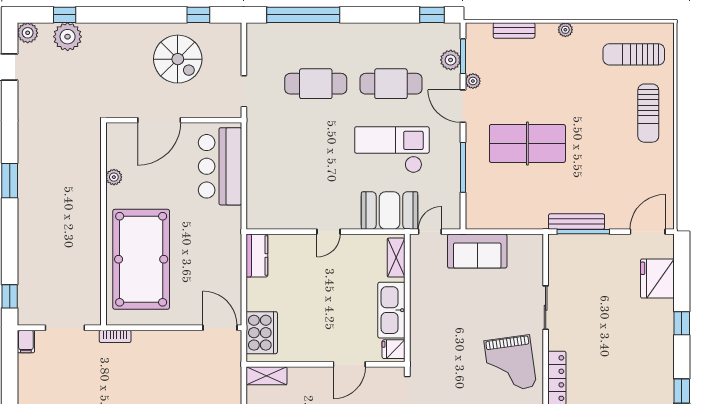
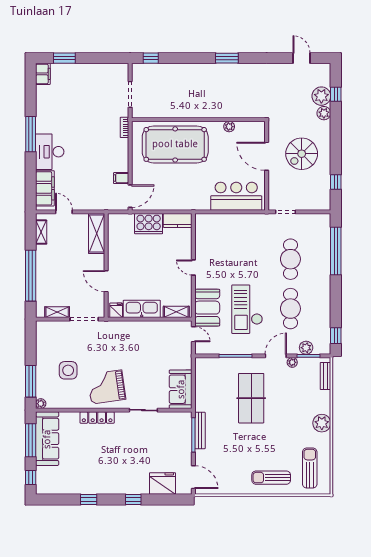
bench: (514, 30) -> (325, 376), moved
plant: (565, 30) -> (322, 423), width x1.88, depth x1.88
plant: (28, 33) -> (324, 113), moved
spiral stairs: (178, 59) -> (302, 154), moved
checkout: (392, 150) -> (247, 309), turned 180
sofa: (477, 251) -> (181, 389), moved
cooker: (262, 333) -> (149, 224), moved
filing cabinet: (26, 341) -> (121, 178), moved
shelving: (266, 376) -> (97, 233), width x1.50, depth x1.33

